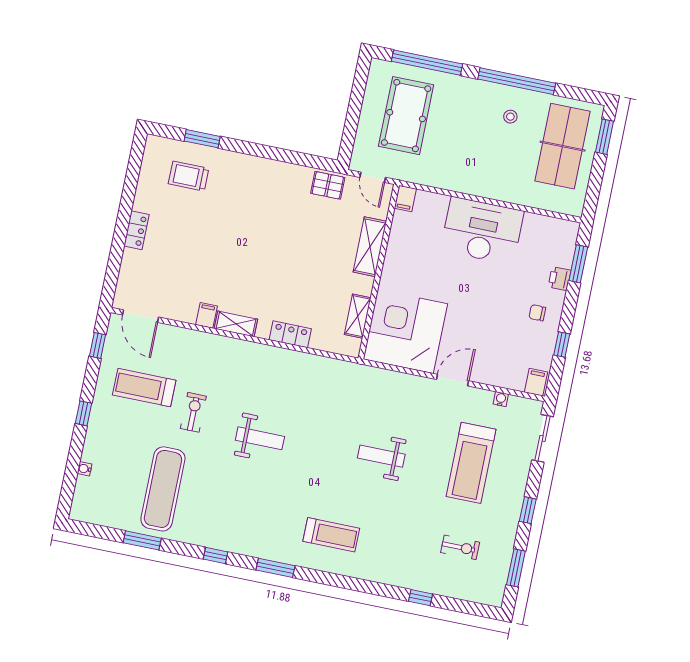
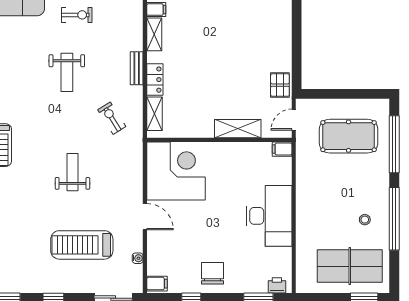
printer: (560, 279) -> (277, 285), moved
chair: (537, 313) -> (213, 273), width x1.87, depth x1.87
shelving: (358, 316) -> (154, 114), moved, turned 90
bench: (272, 353) -> (137, 68), added
exercise bike: (460, 547) -> (112, 118), moved, turned 148

